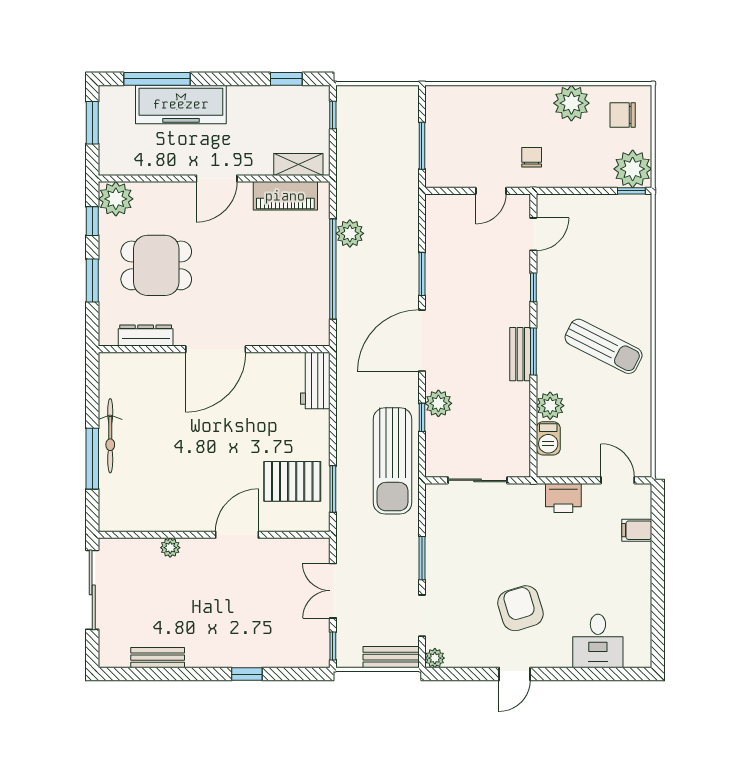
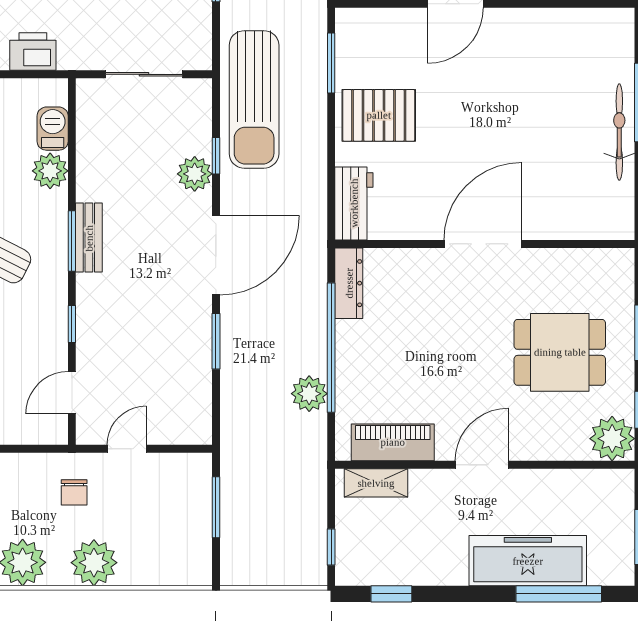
plant: (516, 103) -> (94, 563), added
dresser: (146, 336) -> (349, 283), moved, turned -90
sun lounger: (393, 461) -> (254, 99), turned 180
pallet: (292, 481) -> (379, 115), moved

